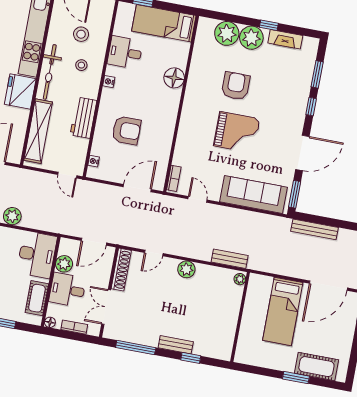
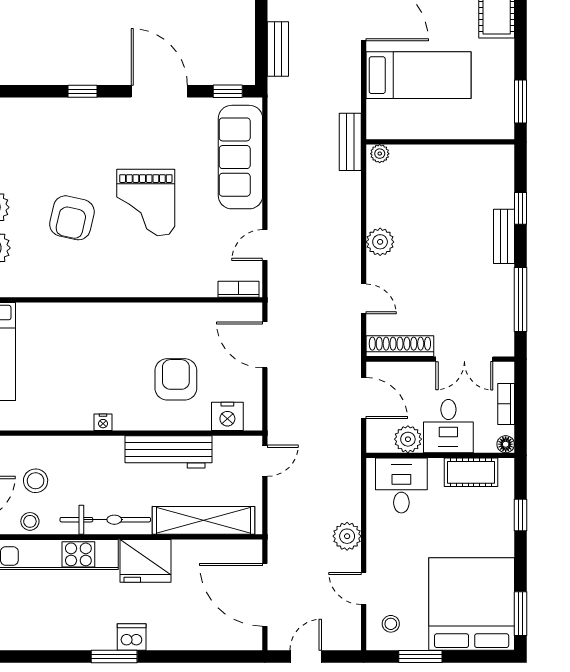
desk: (125, 52) -> (52, 405), removed
stool: (81, 65) -> (30, 521), moved
window: (317, 74) -> (29, 91), removed
floor lamp: (174, 78) -> (78, 319), removed
armchair: (236, 86) -> (72, 218), turned -77
workbench: (83, 118) -> (168, 452), width x1.38
grand piano: (237, 132) -> (146, 202), turned 180
nightstand: (94, 161) -> (227, 416), width x1.89, depth x1.79
window: (295, 194) -> (228, 91), width x0.67
bench: (314, 229) -> (278, 49), width x0.73
desk: (37, 255) -> (401, 485), width x0.73
bench: (230, 259) -> (350, 142), moved
window: (296, 378) -> (520, 101), moved

